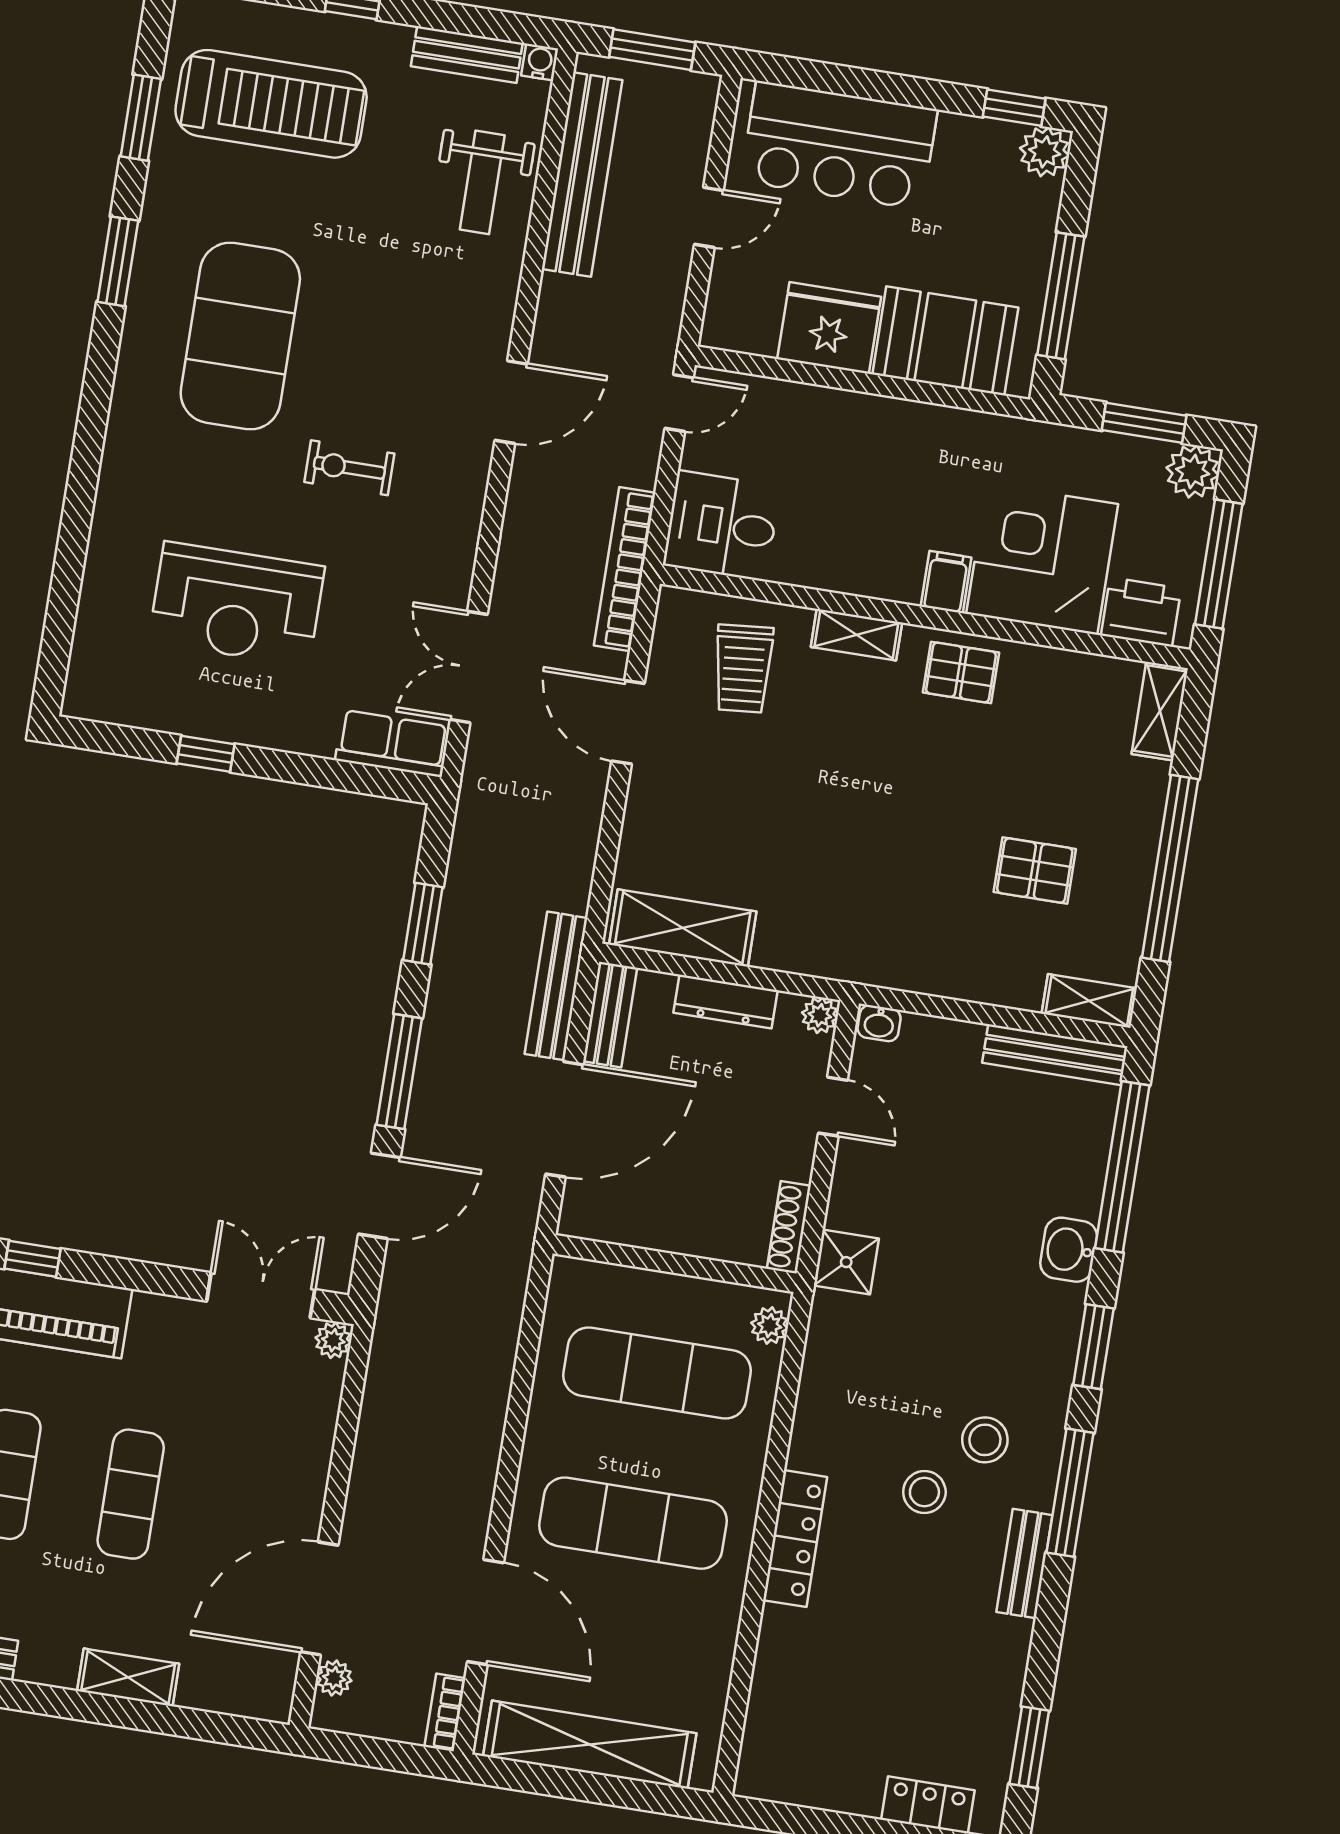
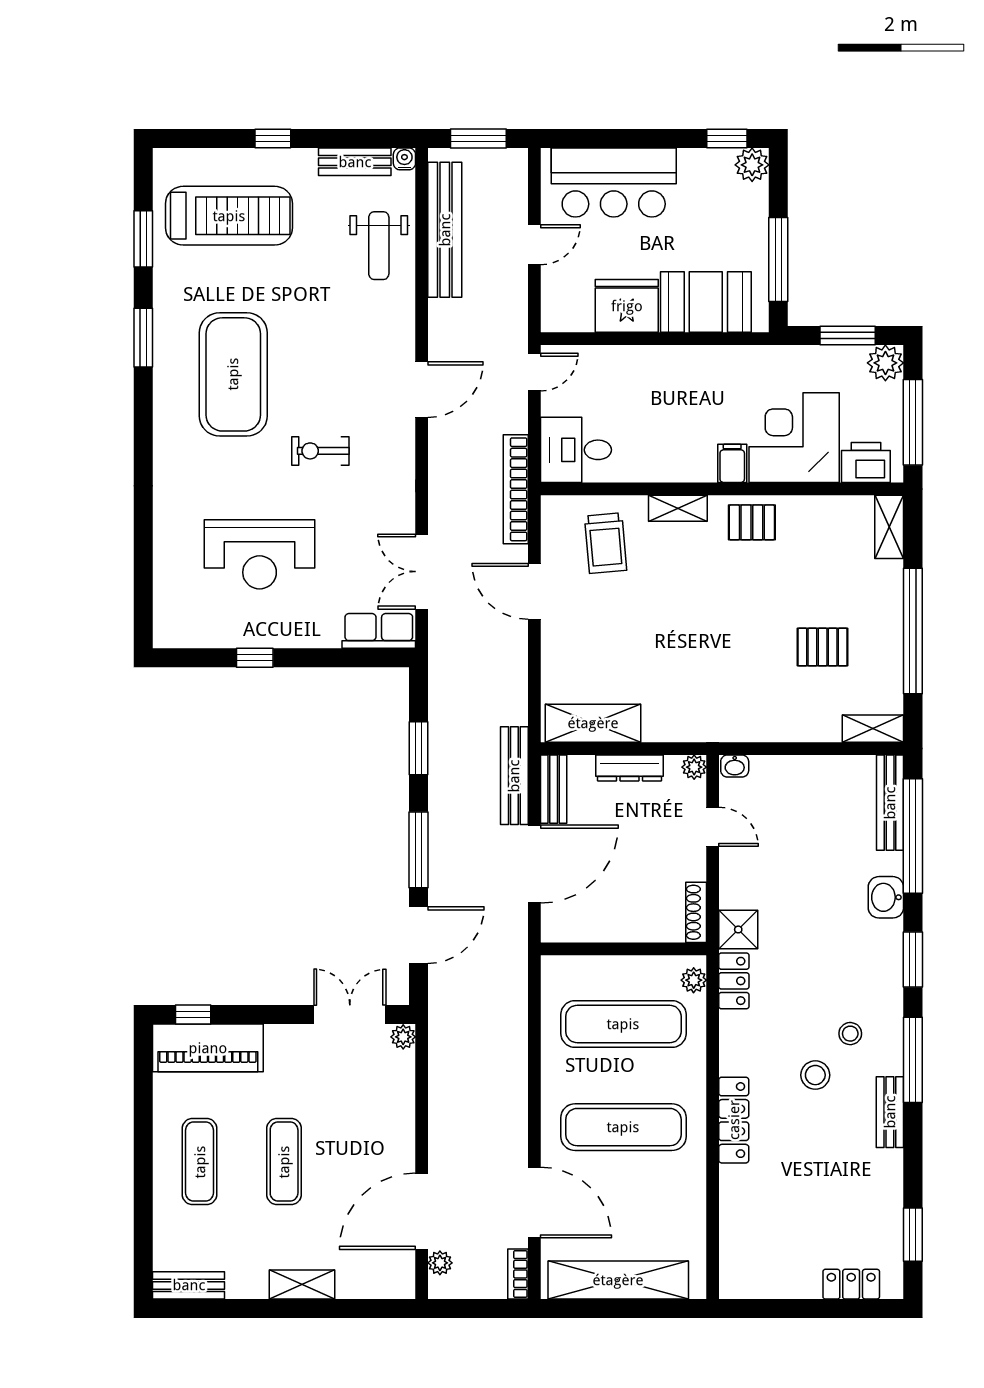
bench: (1055, 1055) -> (890, 803), moved, turned 90
locker: (828, 1336) -> (734, 981), added
stool: (985, 1440) -> (850, 1034), width x0.73, depth x0.73

